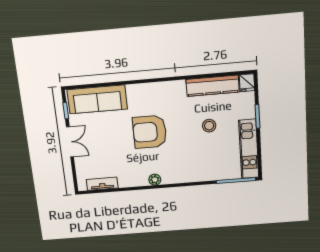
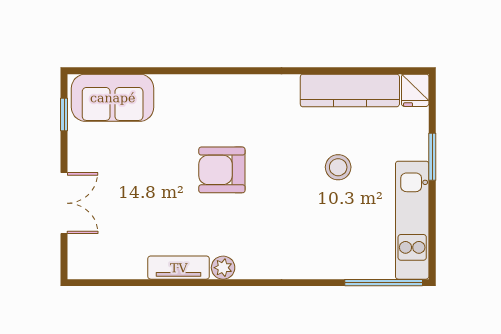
sofa: (97, 99) -> (113, 98), width x0.73
armchair: (150, 132) -> (222, 170), width x0.73, depth x0.73
double door: (70, 142) -> (64, 203), moved
tv unit: (102, 184) -> (179, 268), moved

